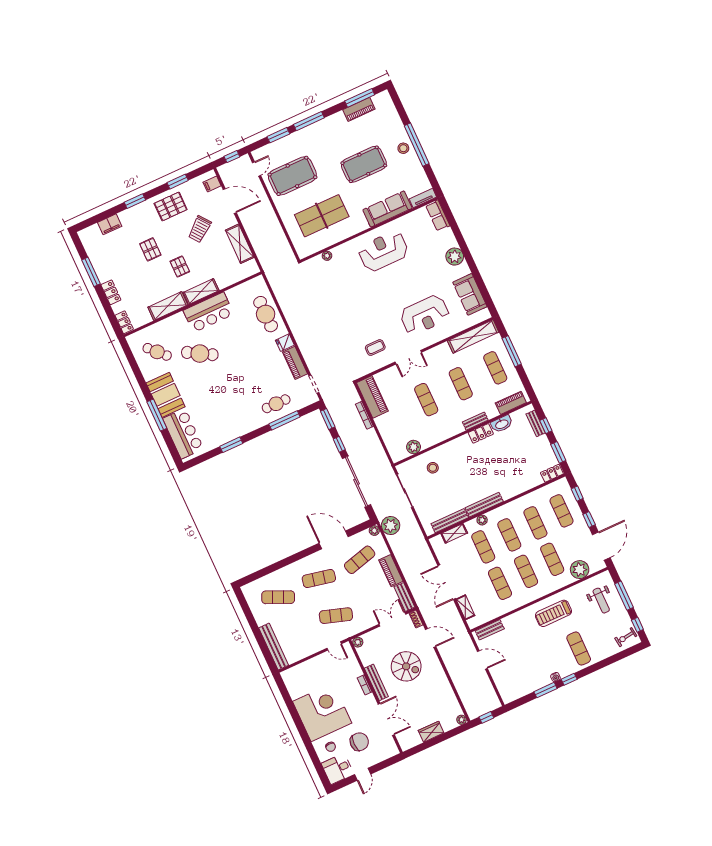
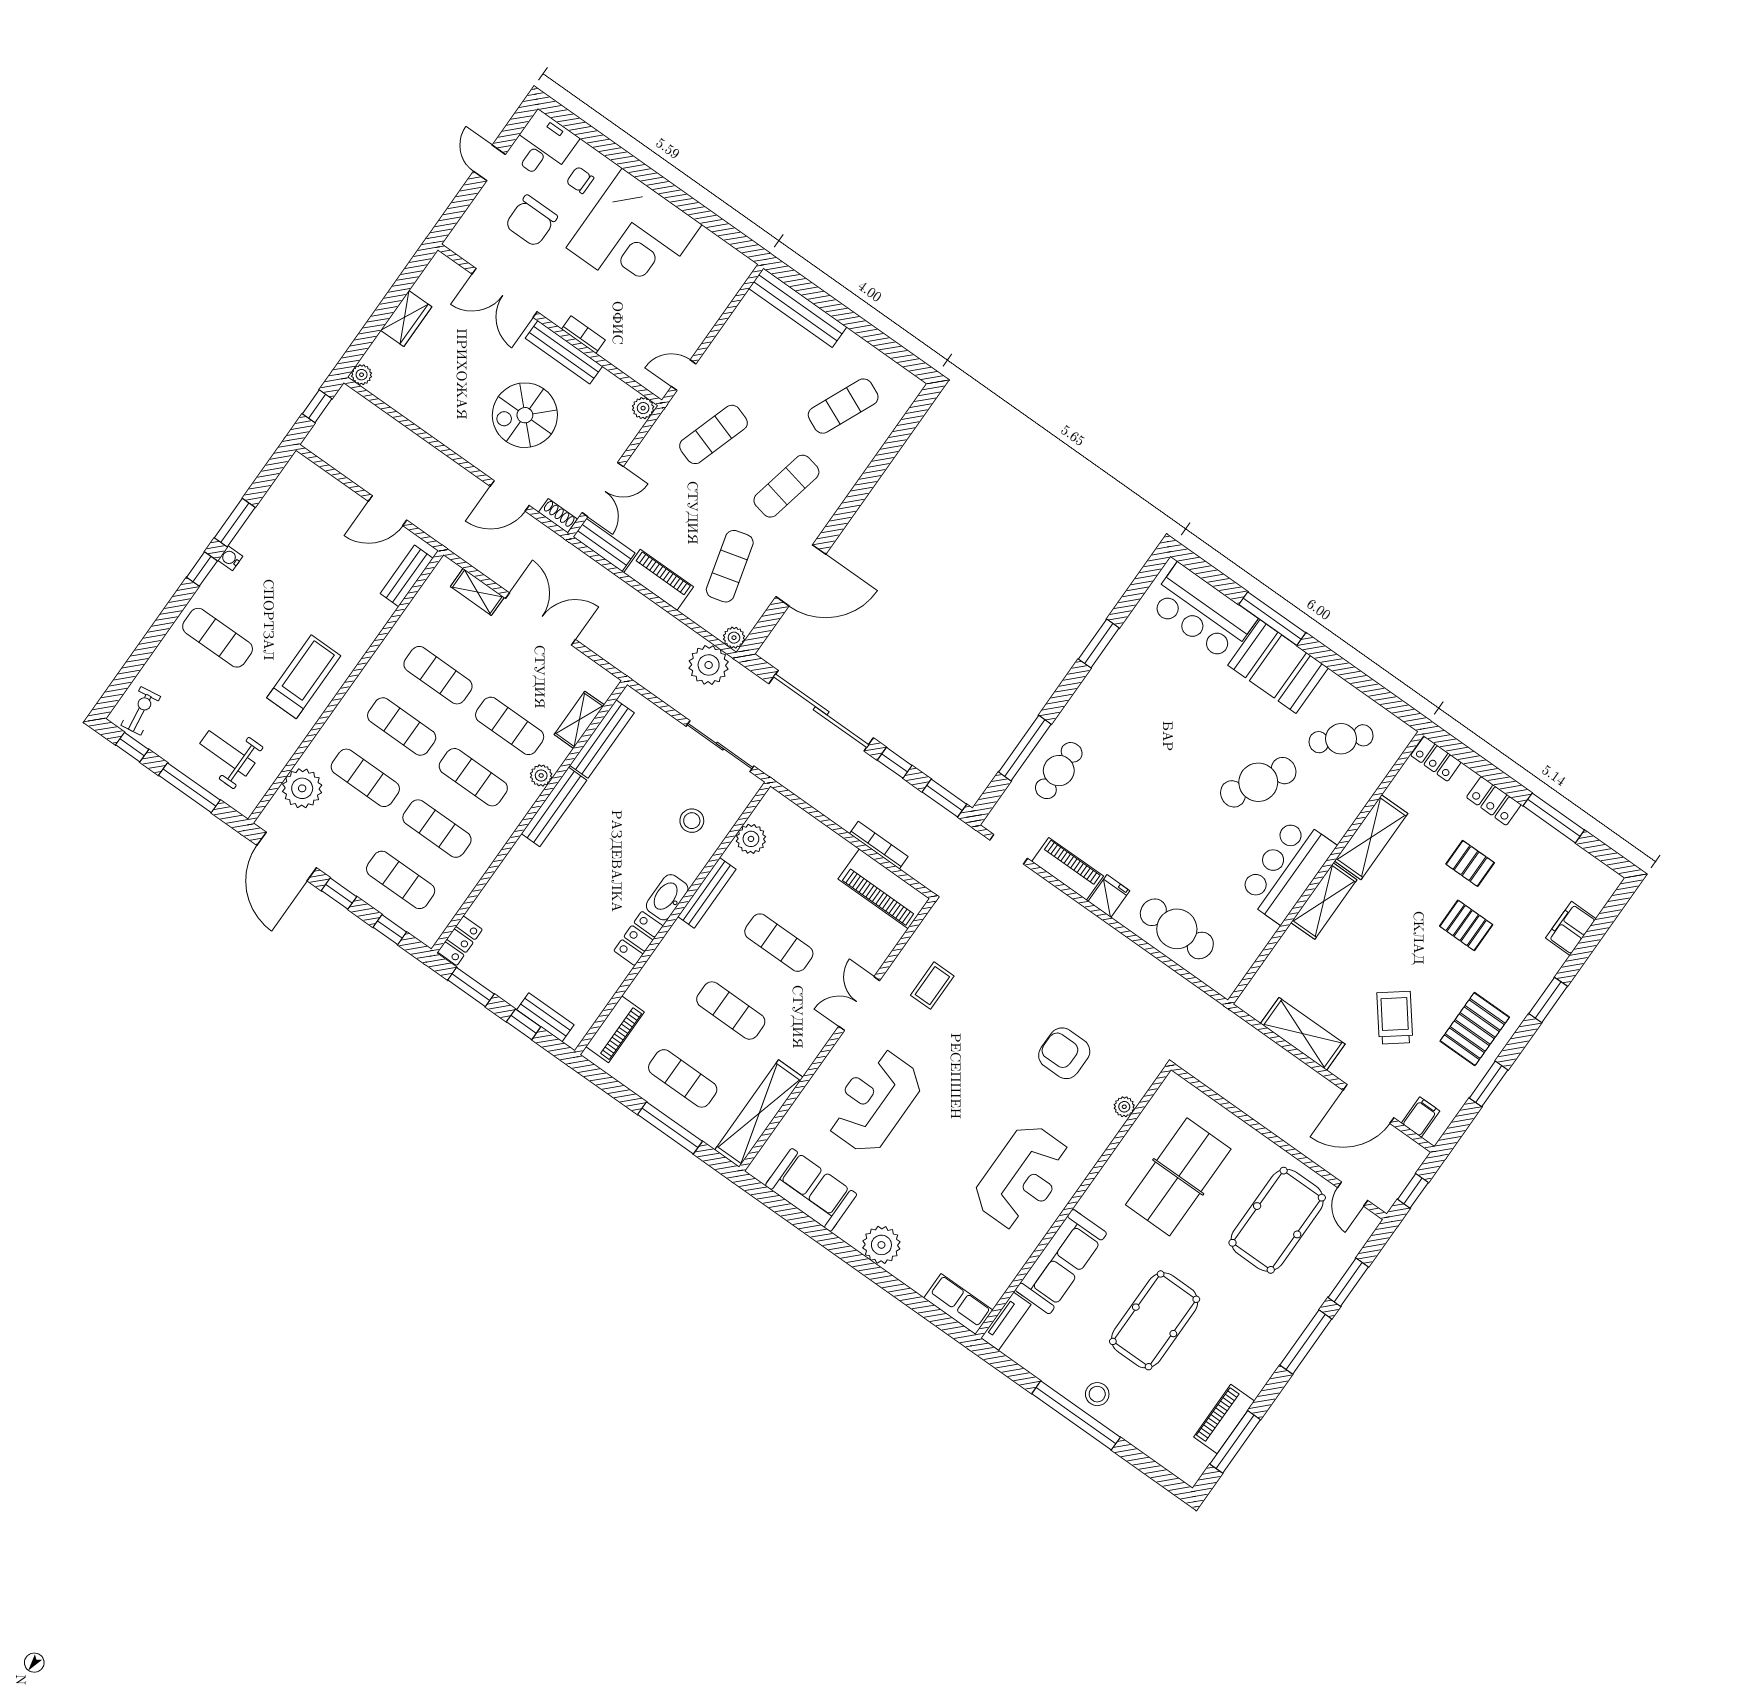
pallet: (180, 266) -> (1470, 863), moved
armchair: (339, 291) -> (1064, 1053), added
bench: (475, 421) -> (707, 893), moved, width x1.36
washbasin: (502, 424) -> (667, 897), moved

